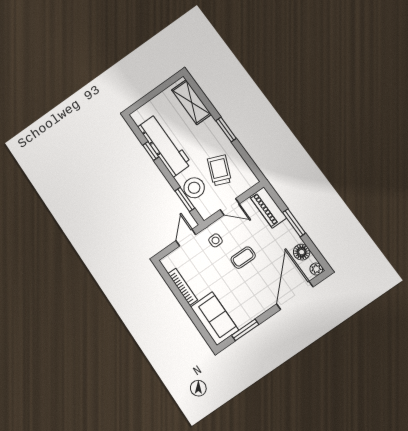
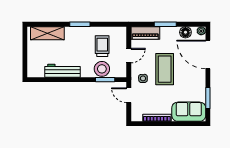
workbench: (164, 145) -> (63, 71), width x0.73, depth x0.76
window: (151, 151) -> (60, 80), removed
trolley: (219, 170) -> (102, 46), turned 68
coffee table: (243, 258) -> (165, 69), width x1.86, depth x1.72

